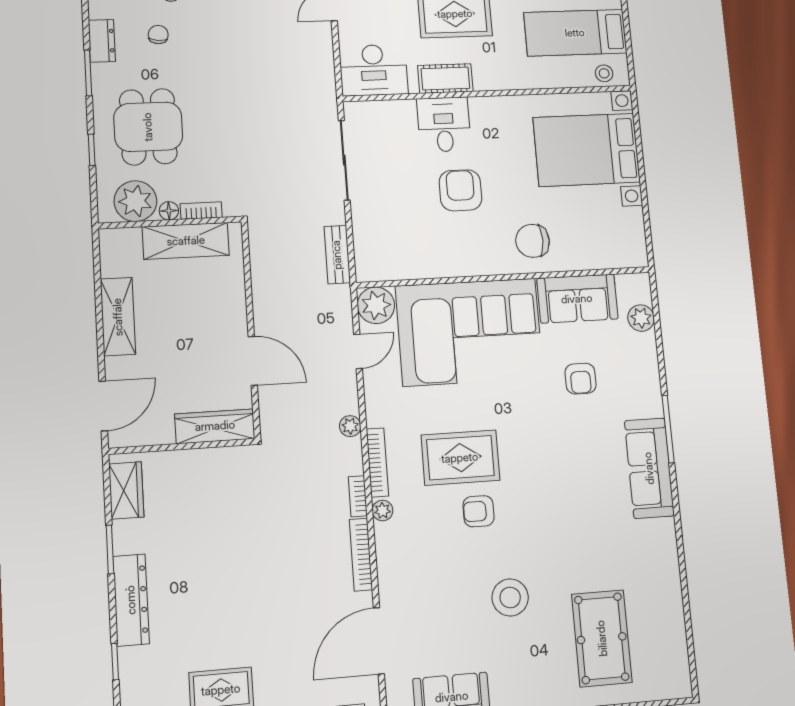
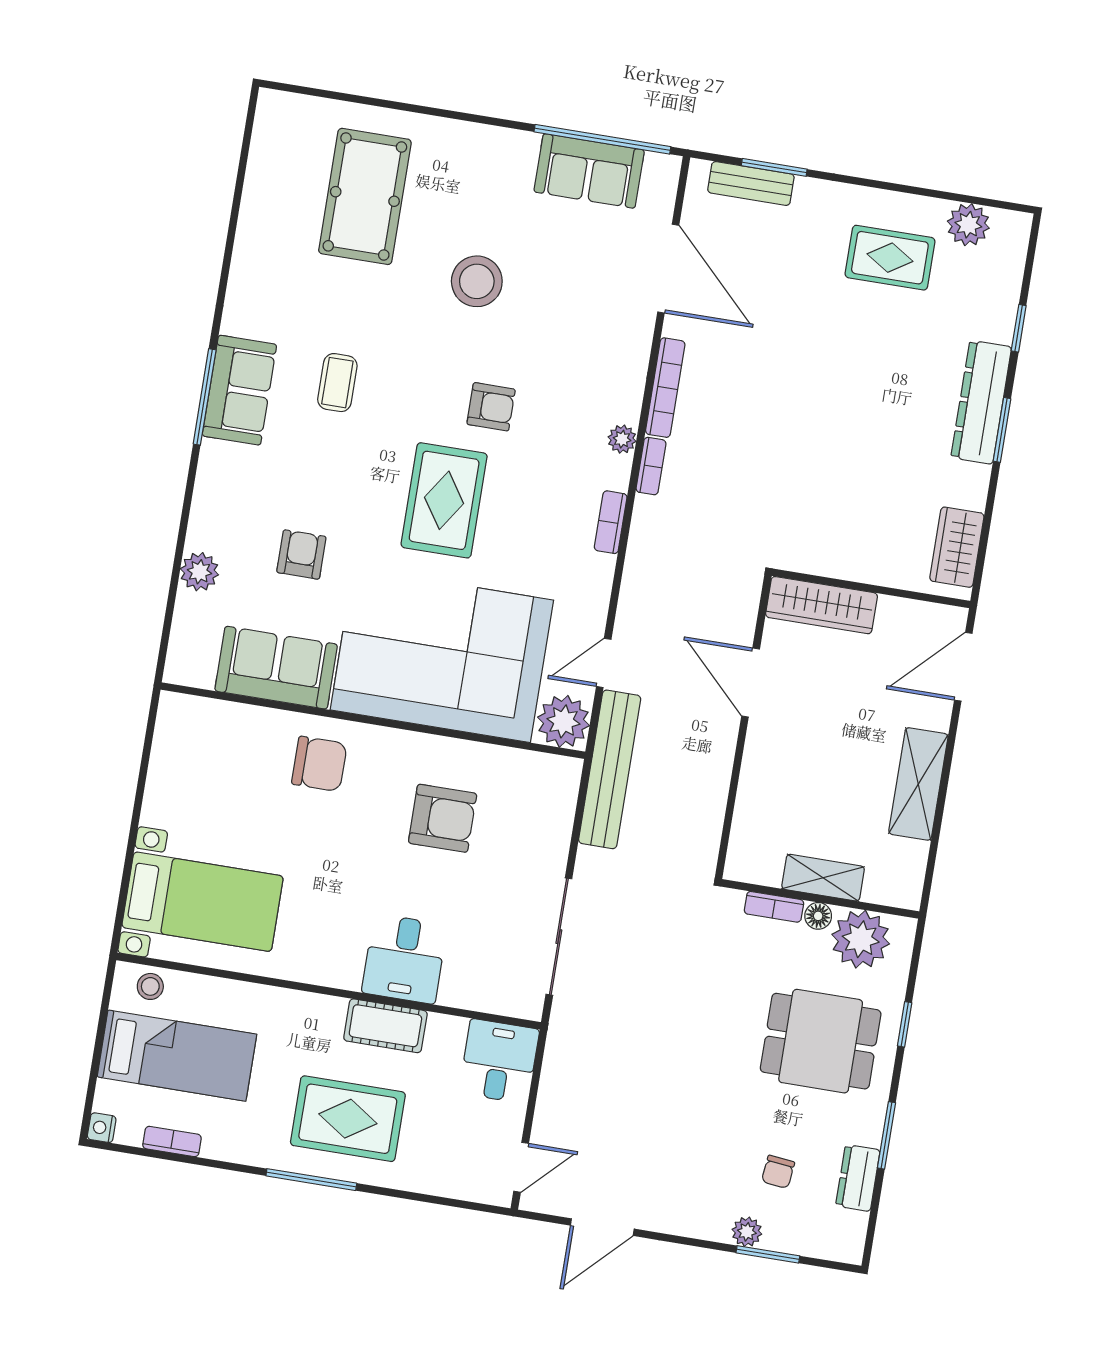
desk: (373, 70) -> (499, 1061), width x0.73
dining table: (148, 127) -> (821, 1041), turned 90
bed with nightstands: (587, 150) -> (203, 902), width x0.73
armchair: (460, 190) -> (443, 818), moved, turned -90
shelving: (186, 241) -> (823, 878), width x0.67, depth x0.75
bench: (337, 255) -> (610, 769), width x1.86, depth x1.21
plant: (641, 318) -> (199, 572), moved
plant: (350, 426) -> (639, 563), removed
window: (668, 429) -> (205, 397), moved
rug: (460, 458) -> (444, 500), moved, turned 90
bookcase: (377, 462) -> (611, 522), width x0.64
sofa: (649, 468) -> (239, 390), width x0.73
coffee table: (587, 502) -> (337, 383), added
window: (110, 550) -> (1002, 430), moved
door: (379, 641) -> (668, 269), hinge flipped

